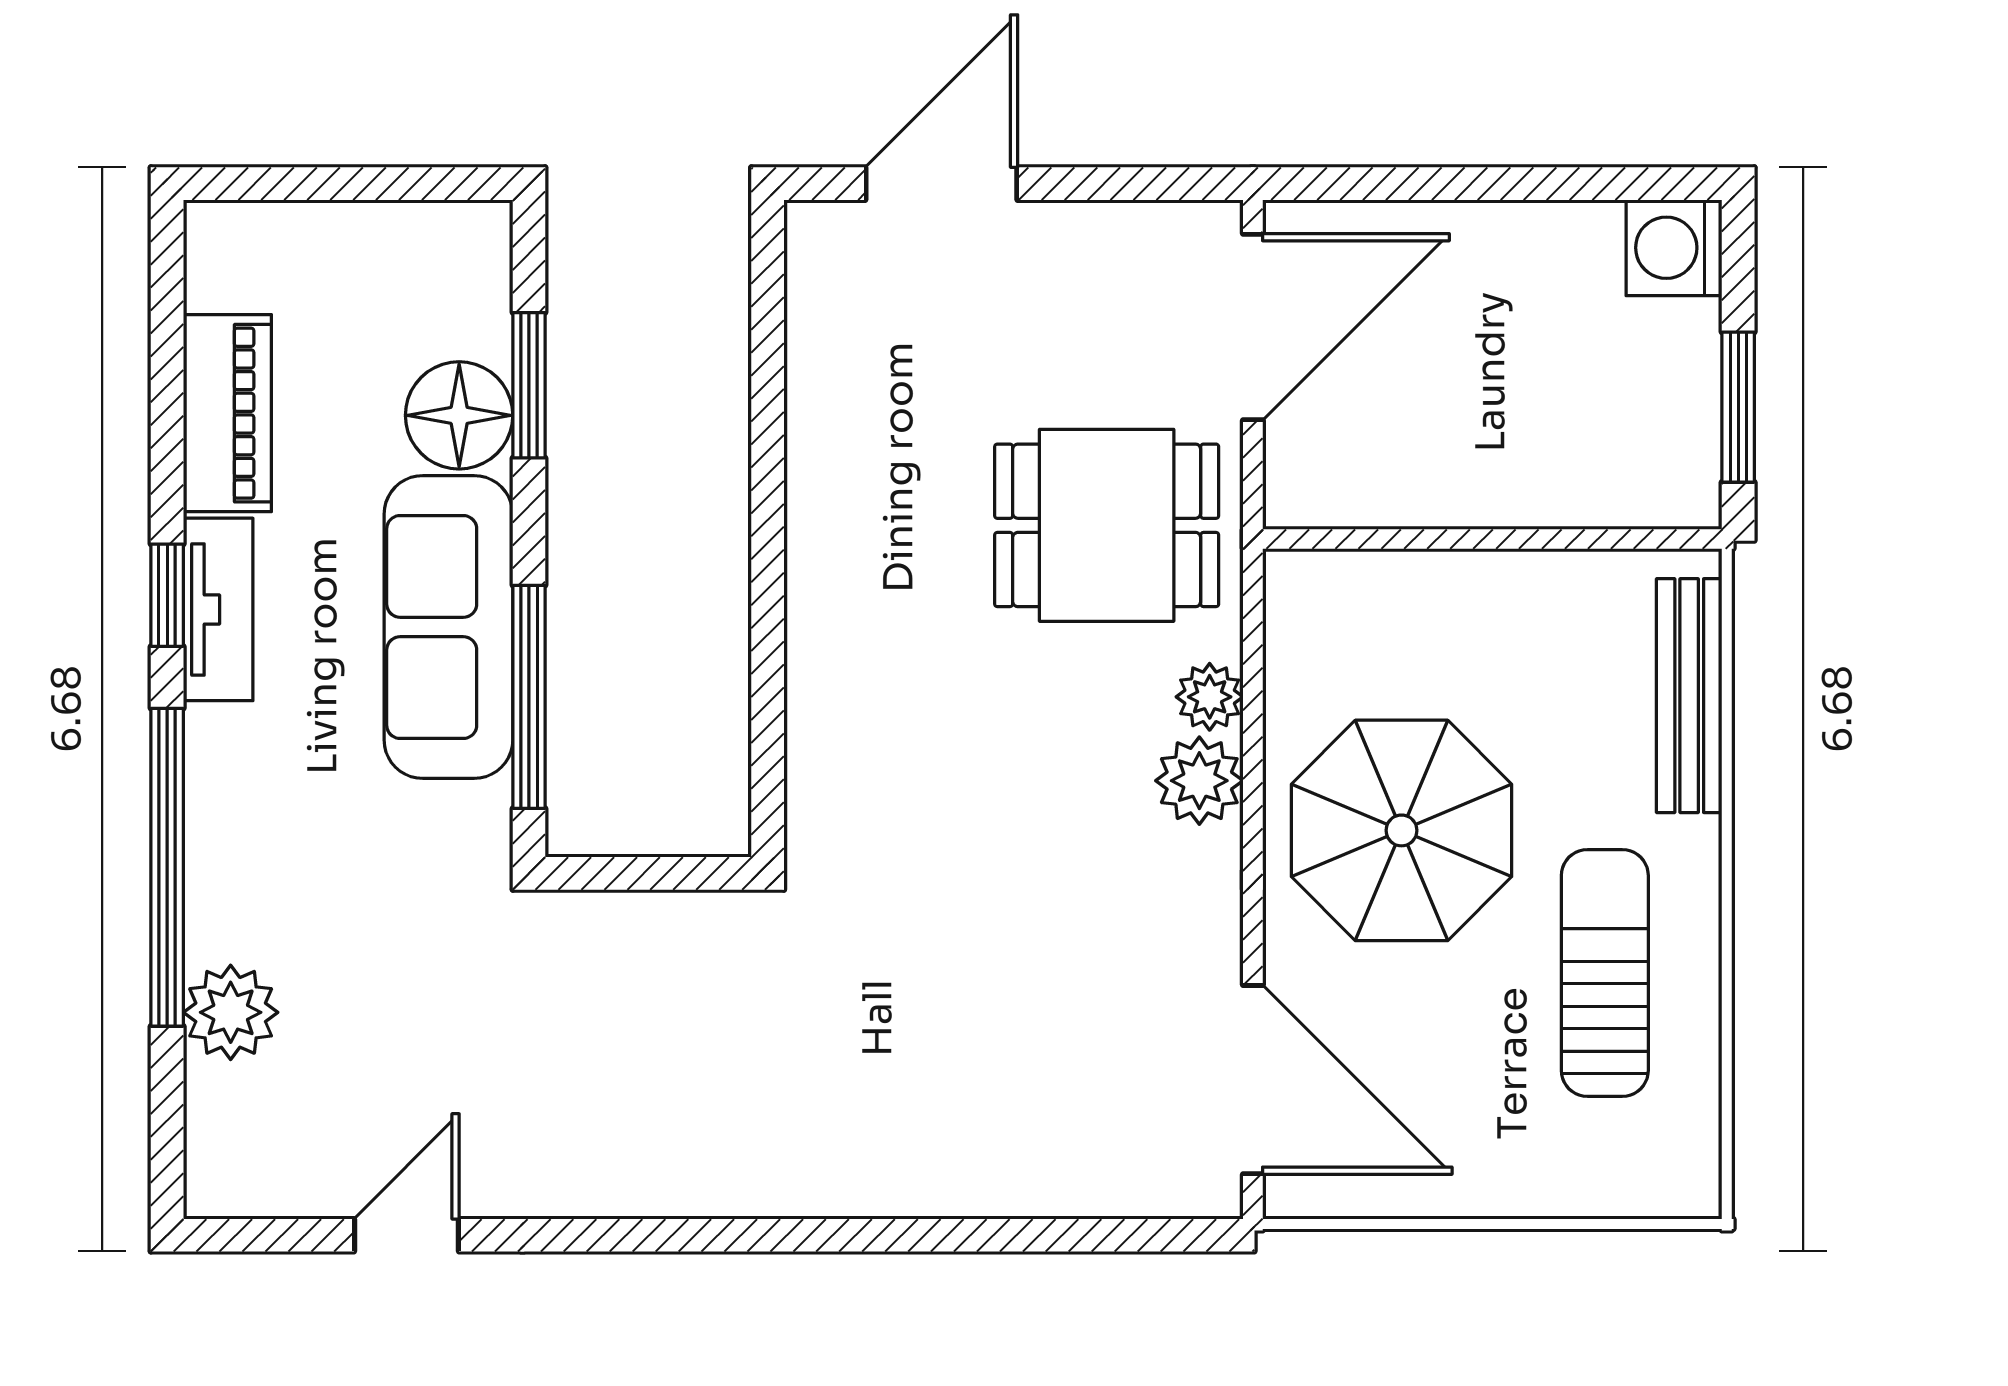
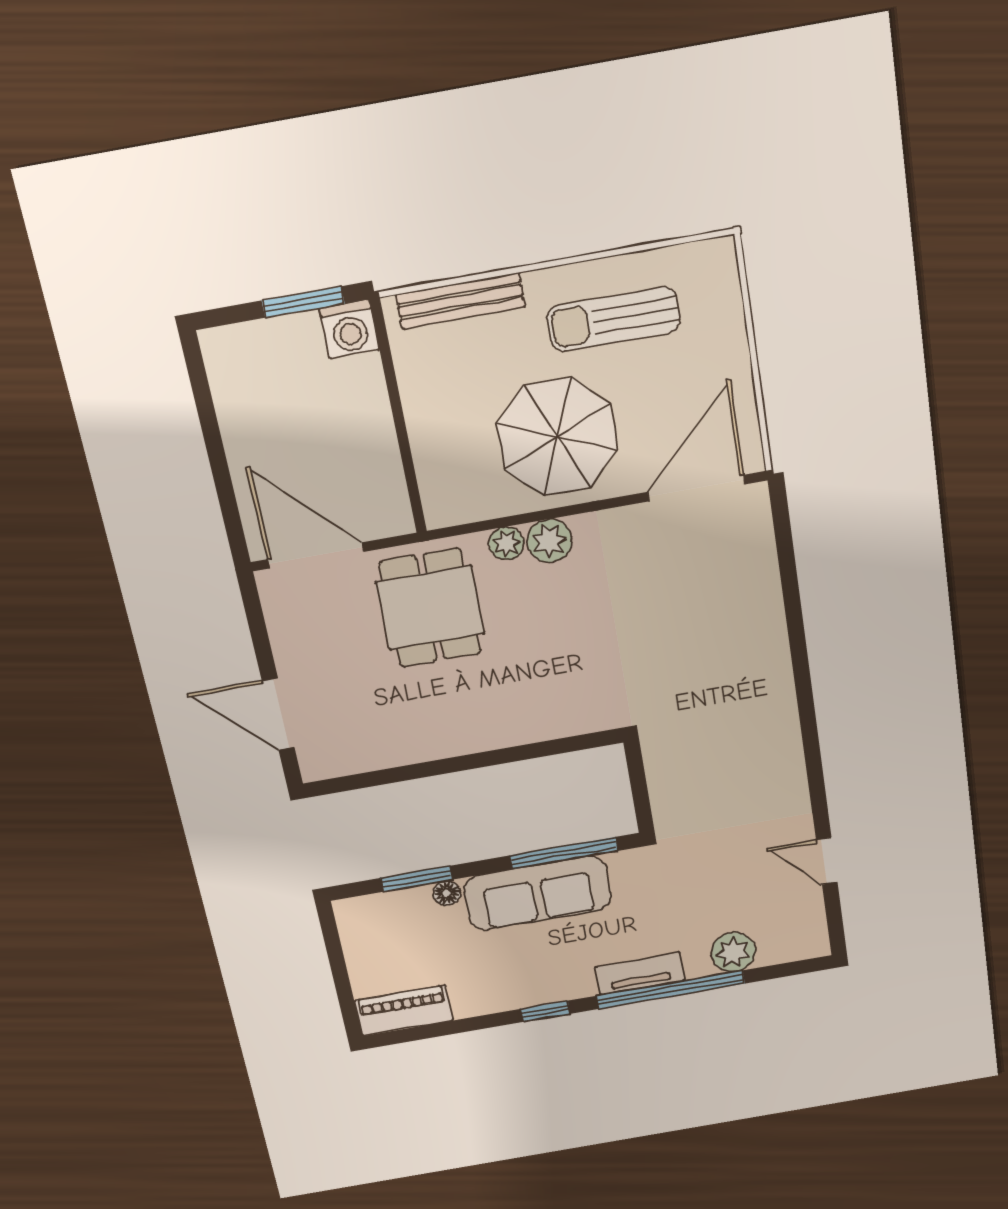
washing machine: (1674, 248) -> (349, 329), moved
piano: (227, 413) -> (404, 1011), moved
floor lamp: (459, 415) -> (447, 893), width x0.53, depth x0.53
tv unit: (218, 609) -> (640, 974), moved

